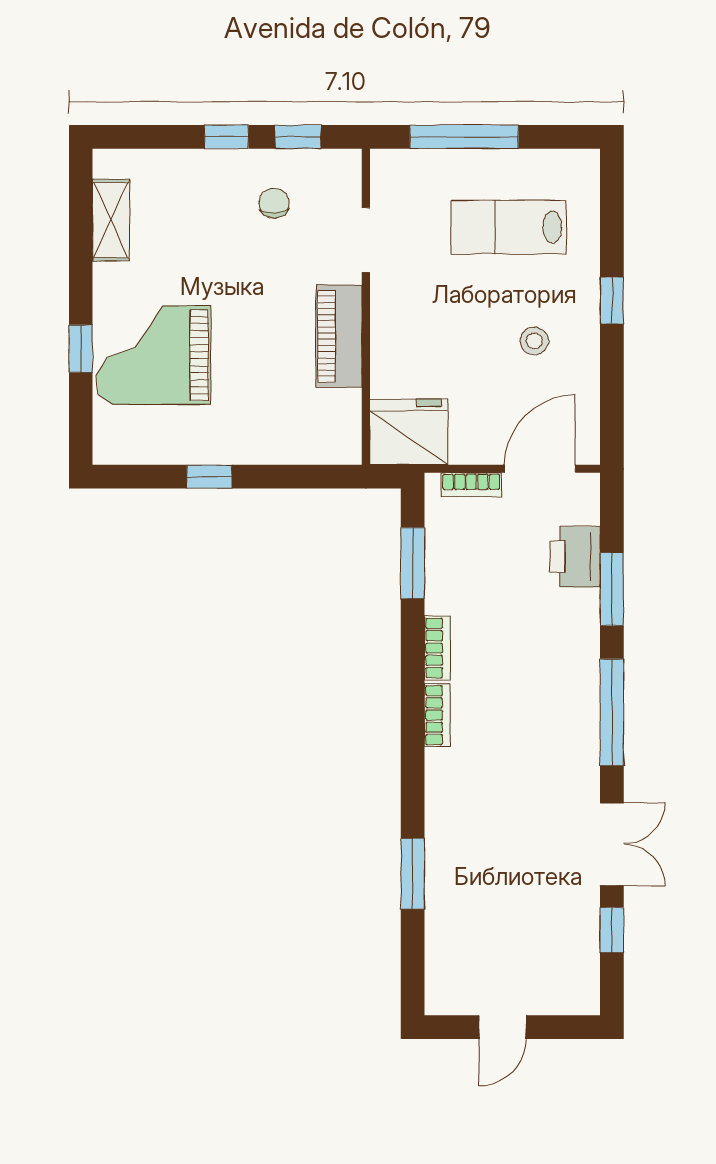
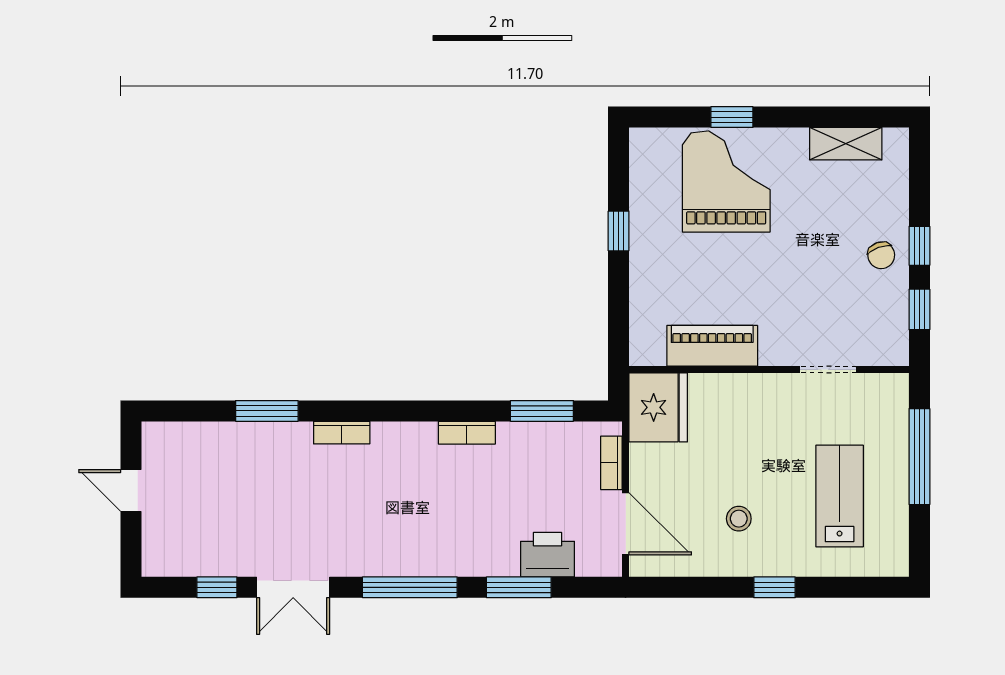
chair: (274, 203) -> (881, 255), moved, turned 72
piano: (339, 336) -> (712, 346), moved
bookcase: (437, 715) -> (342, 433), moved

